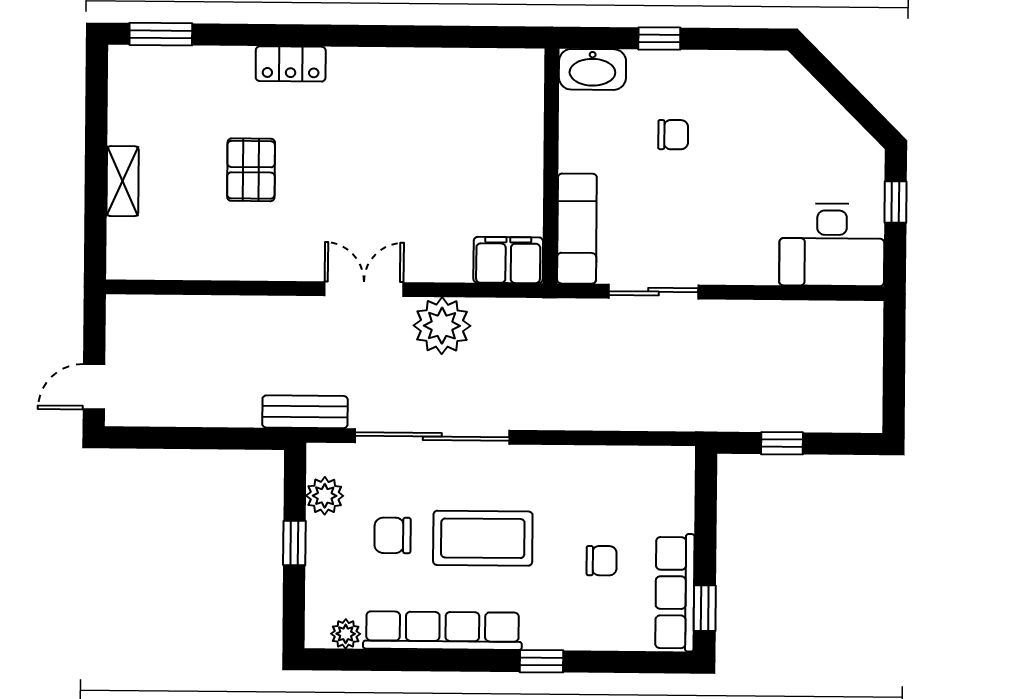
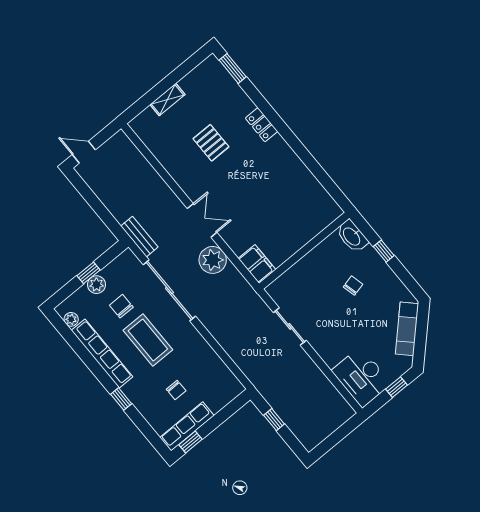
chair: (673, 135) -> (353, 286), turned -104
pallet: (251, 170) -> (211, 143), turned 90
exam couch: (577, 229) -> (407, 329), moved, turned 135
plant: (325, 496) -> (97, 285), moved

